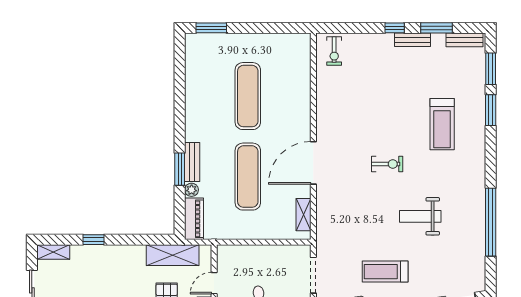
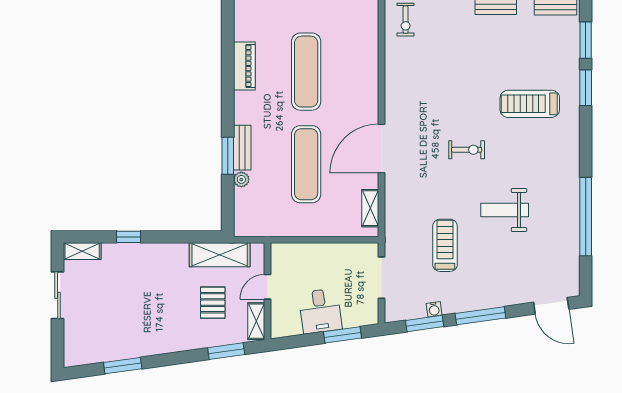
treadmill: (442, 124) -> (530, 104), turned 90
piano: (194, 219) -> (244, 66), moved
treadmill: (385, 272) -> (445, 245), moved, turned 90

